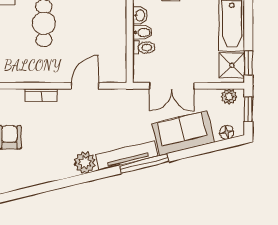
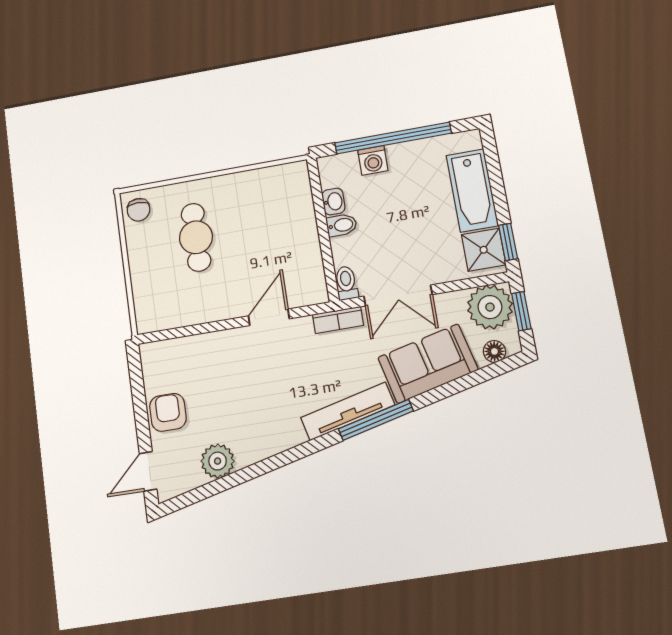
toilet: (144, 47) -> (346, 283), moved, turned -90
bookcase: (41, 95) -> (338, 320), moved
plant: (229, 97) -> (490, 307), width x1.87, depth x1.87
plant: (85, 162) -> (218, 461), moved

